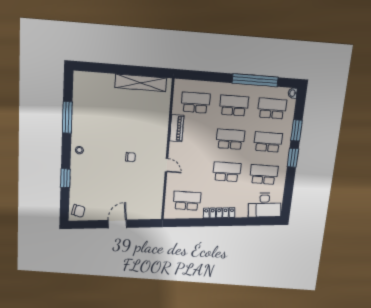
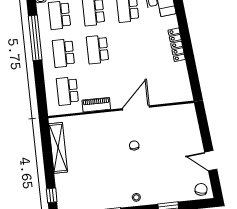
window: (94, 67) -> (52, 195), added
door: (167, 165) -> (136, 108), width x1.87
school desk: (227, 172) -> (132, 46), removed
school desk: (187, 201) -> (170, 80), removed
door: (117, 224) -> (211, 161), moved

